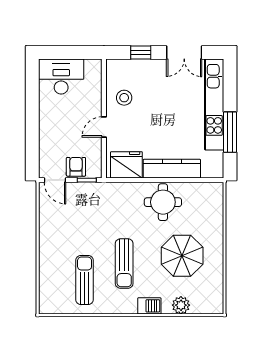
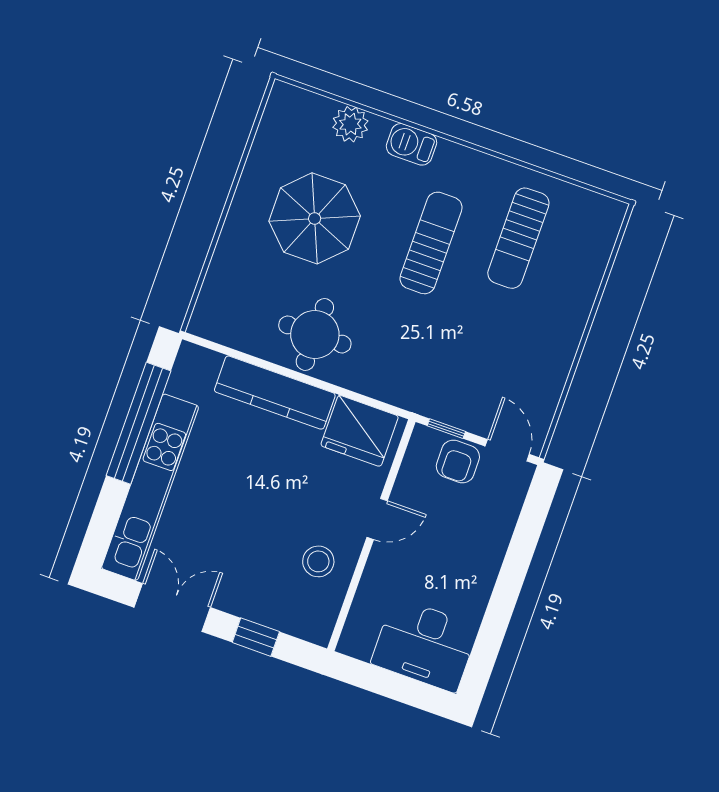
window: (230, 132) -> (138, 423), width x1.46

